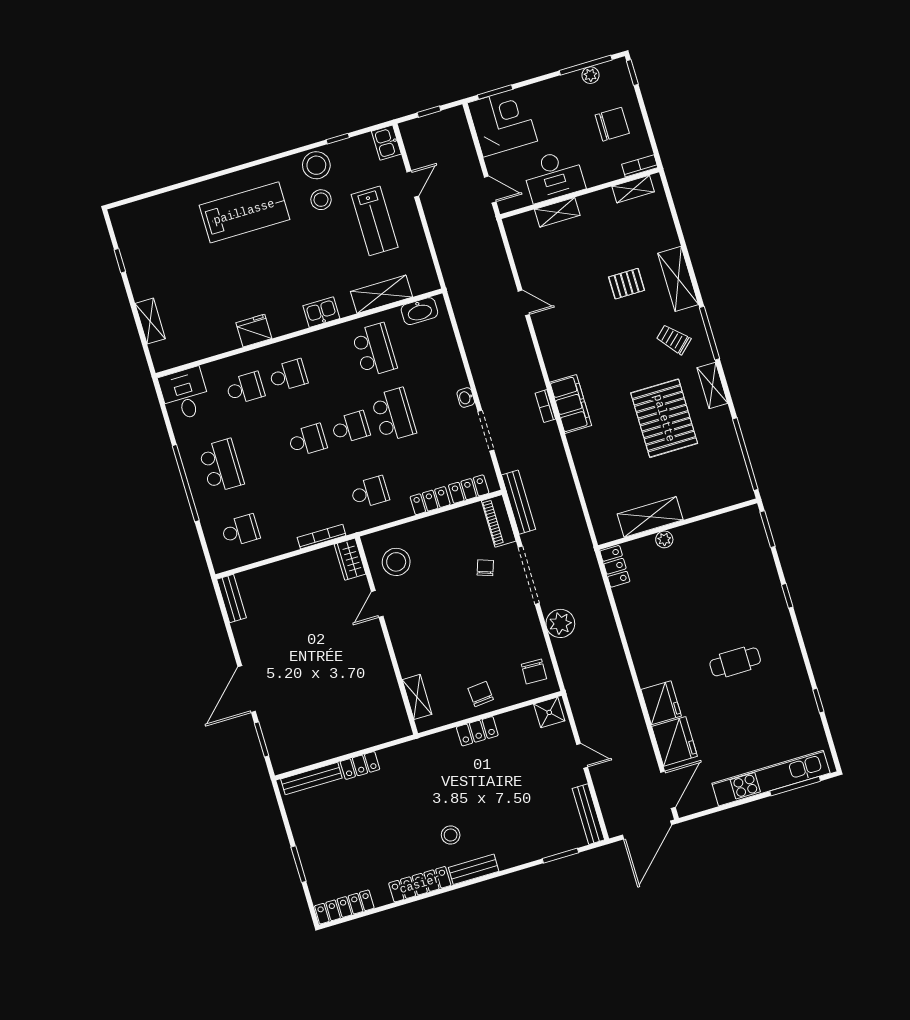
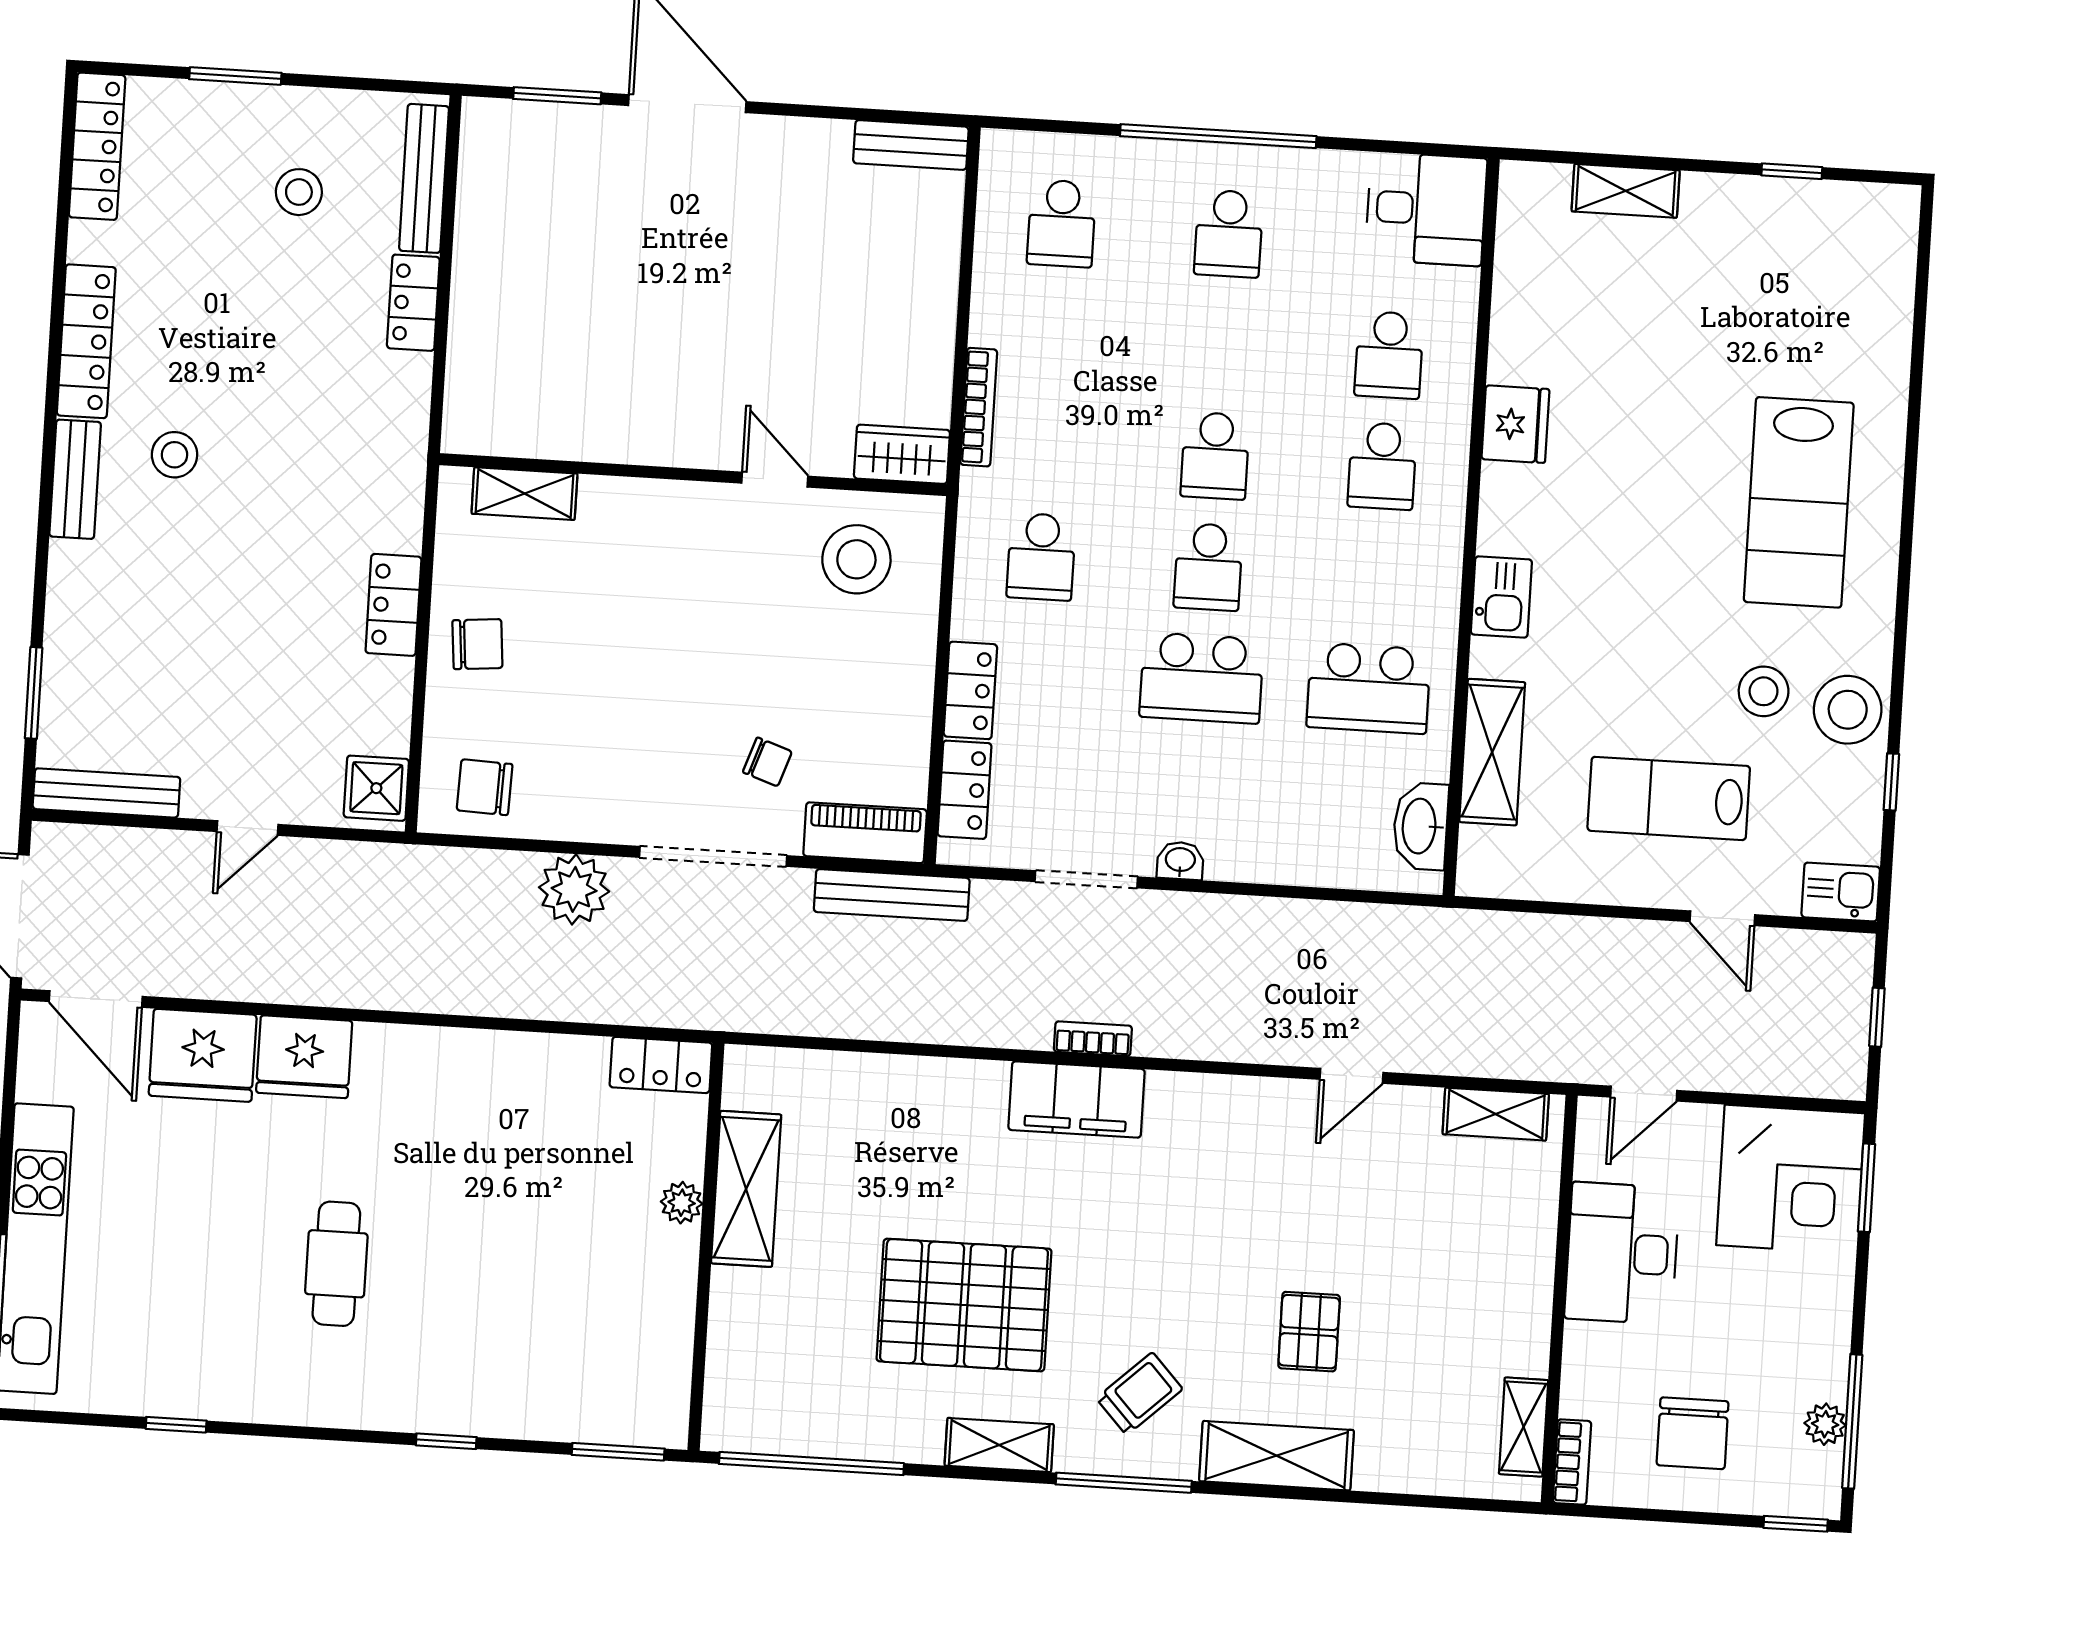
shelving: (557, 212) -> (1496, 1114), moved, turned 90
school desk: (221, 466) -> (1229, 234), width x0.54
stool: (334, 824) -> (299, 192), added

